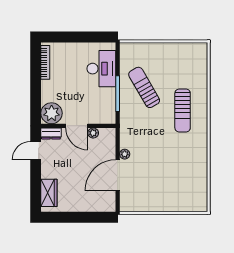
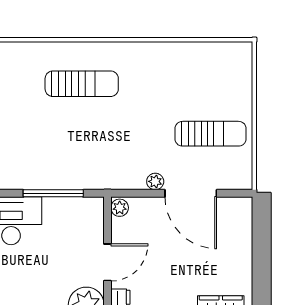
sun lounger: (144, 87) -> (211, 134), moved, turned -150
plant: (93, 133) -> (120, 208), moved

